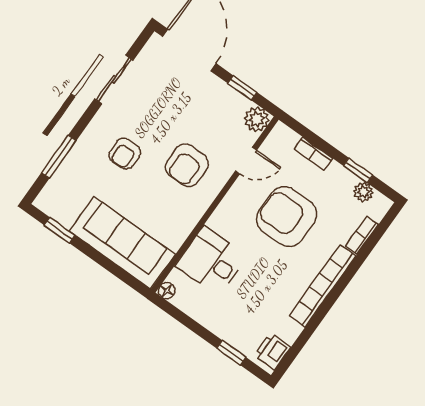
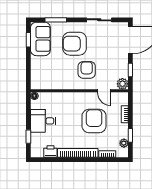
armchair: (125, 154) -> (75, 44), width x1.88, depth x1.88
armchair: (187, 165) -> (87, 70), turned 90
sofa: (122, 243) -> (40, 39), moved, width x0.73
desk: (211, 261) -> (43, 121), moved, turned -90
printer: (272, 351) -> (50, 152), moved

